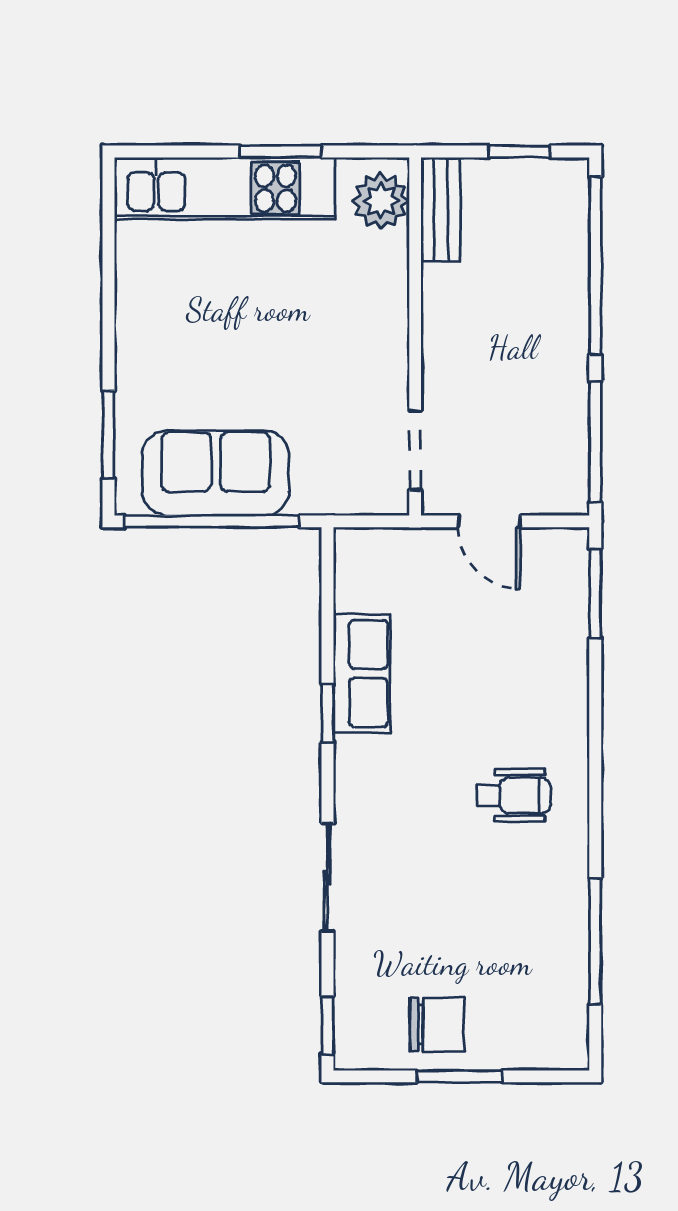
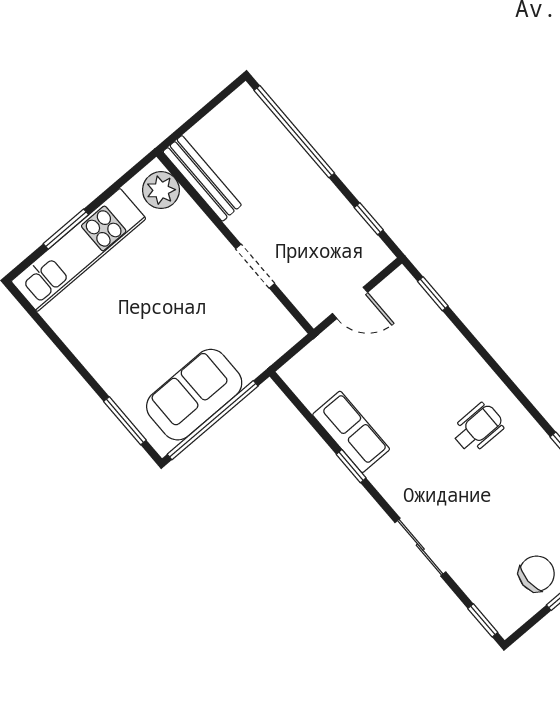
window: (281, 151) -> (66, 229), moved
window: (519, 151) -> (209, 107), removed
bench: (441, 209) -> (202, 178), width x1.36
window: (595, 442) -> (369, 219), width x0.46
doorway: (415, 450) -> (255, 266), moved
window: (595, 593) -> (433, 294), width x0.67

